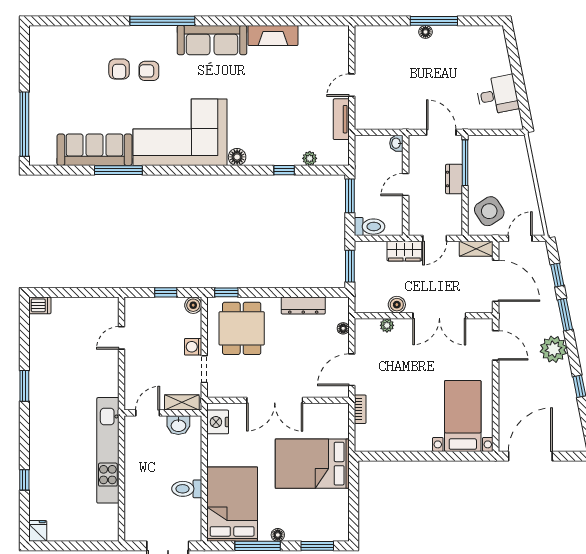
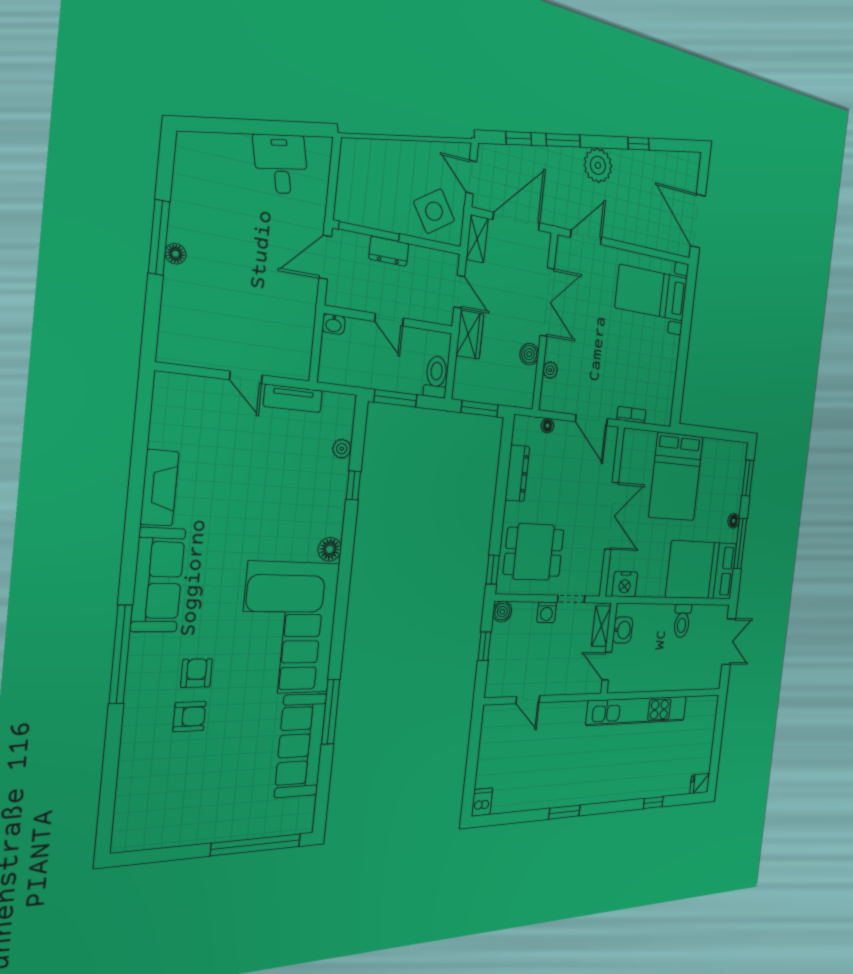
armchair: (149, 71) -> (196, 673), turned 180

